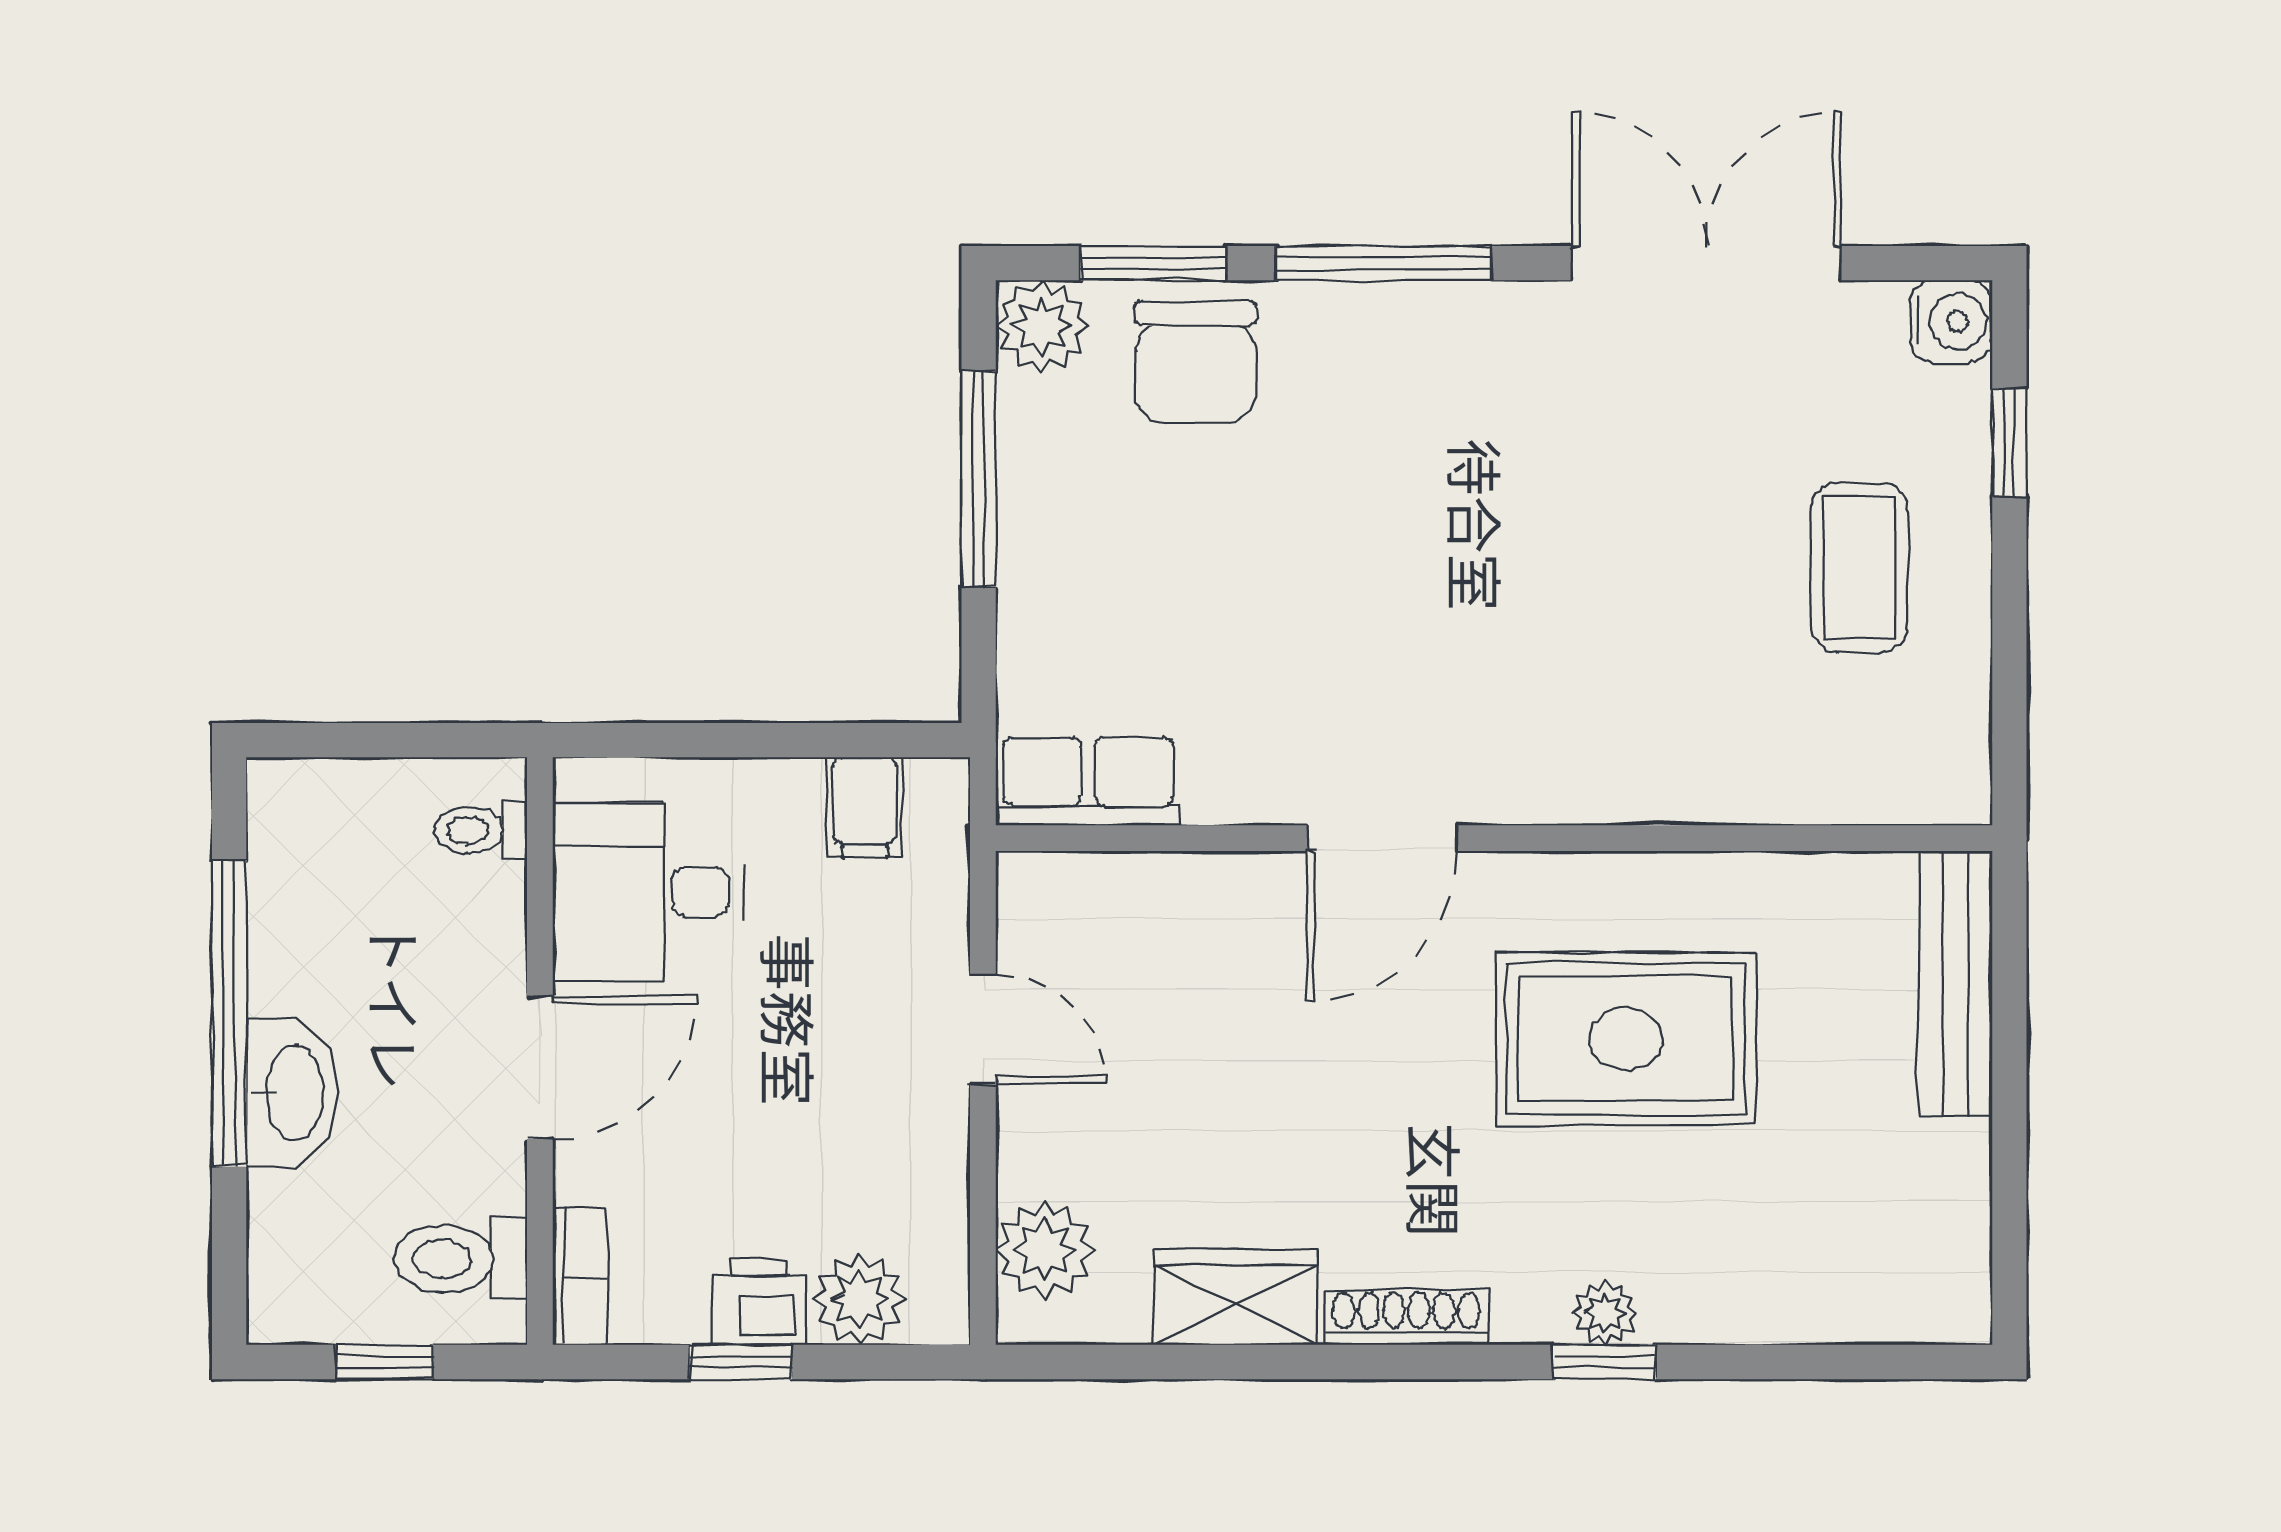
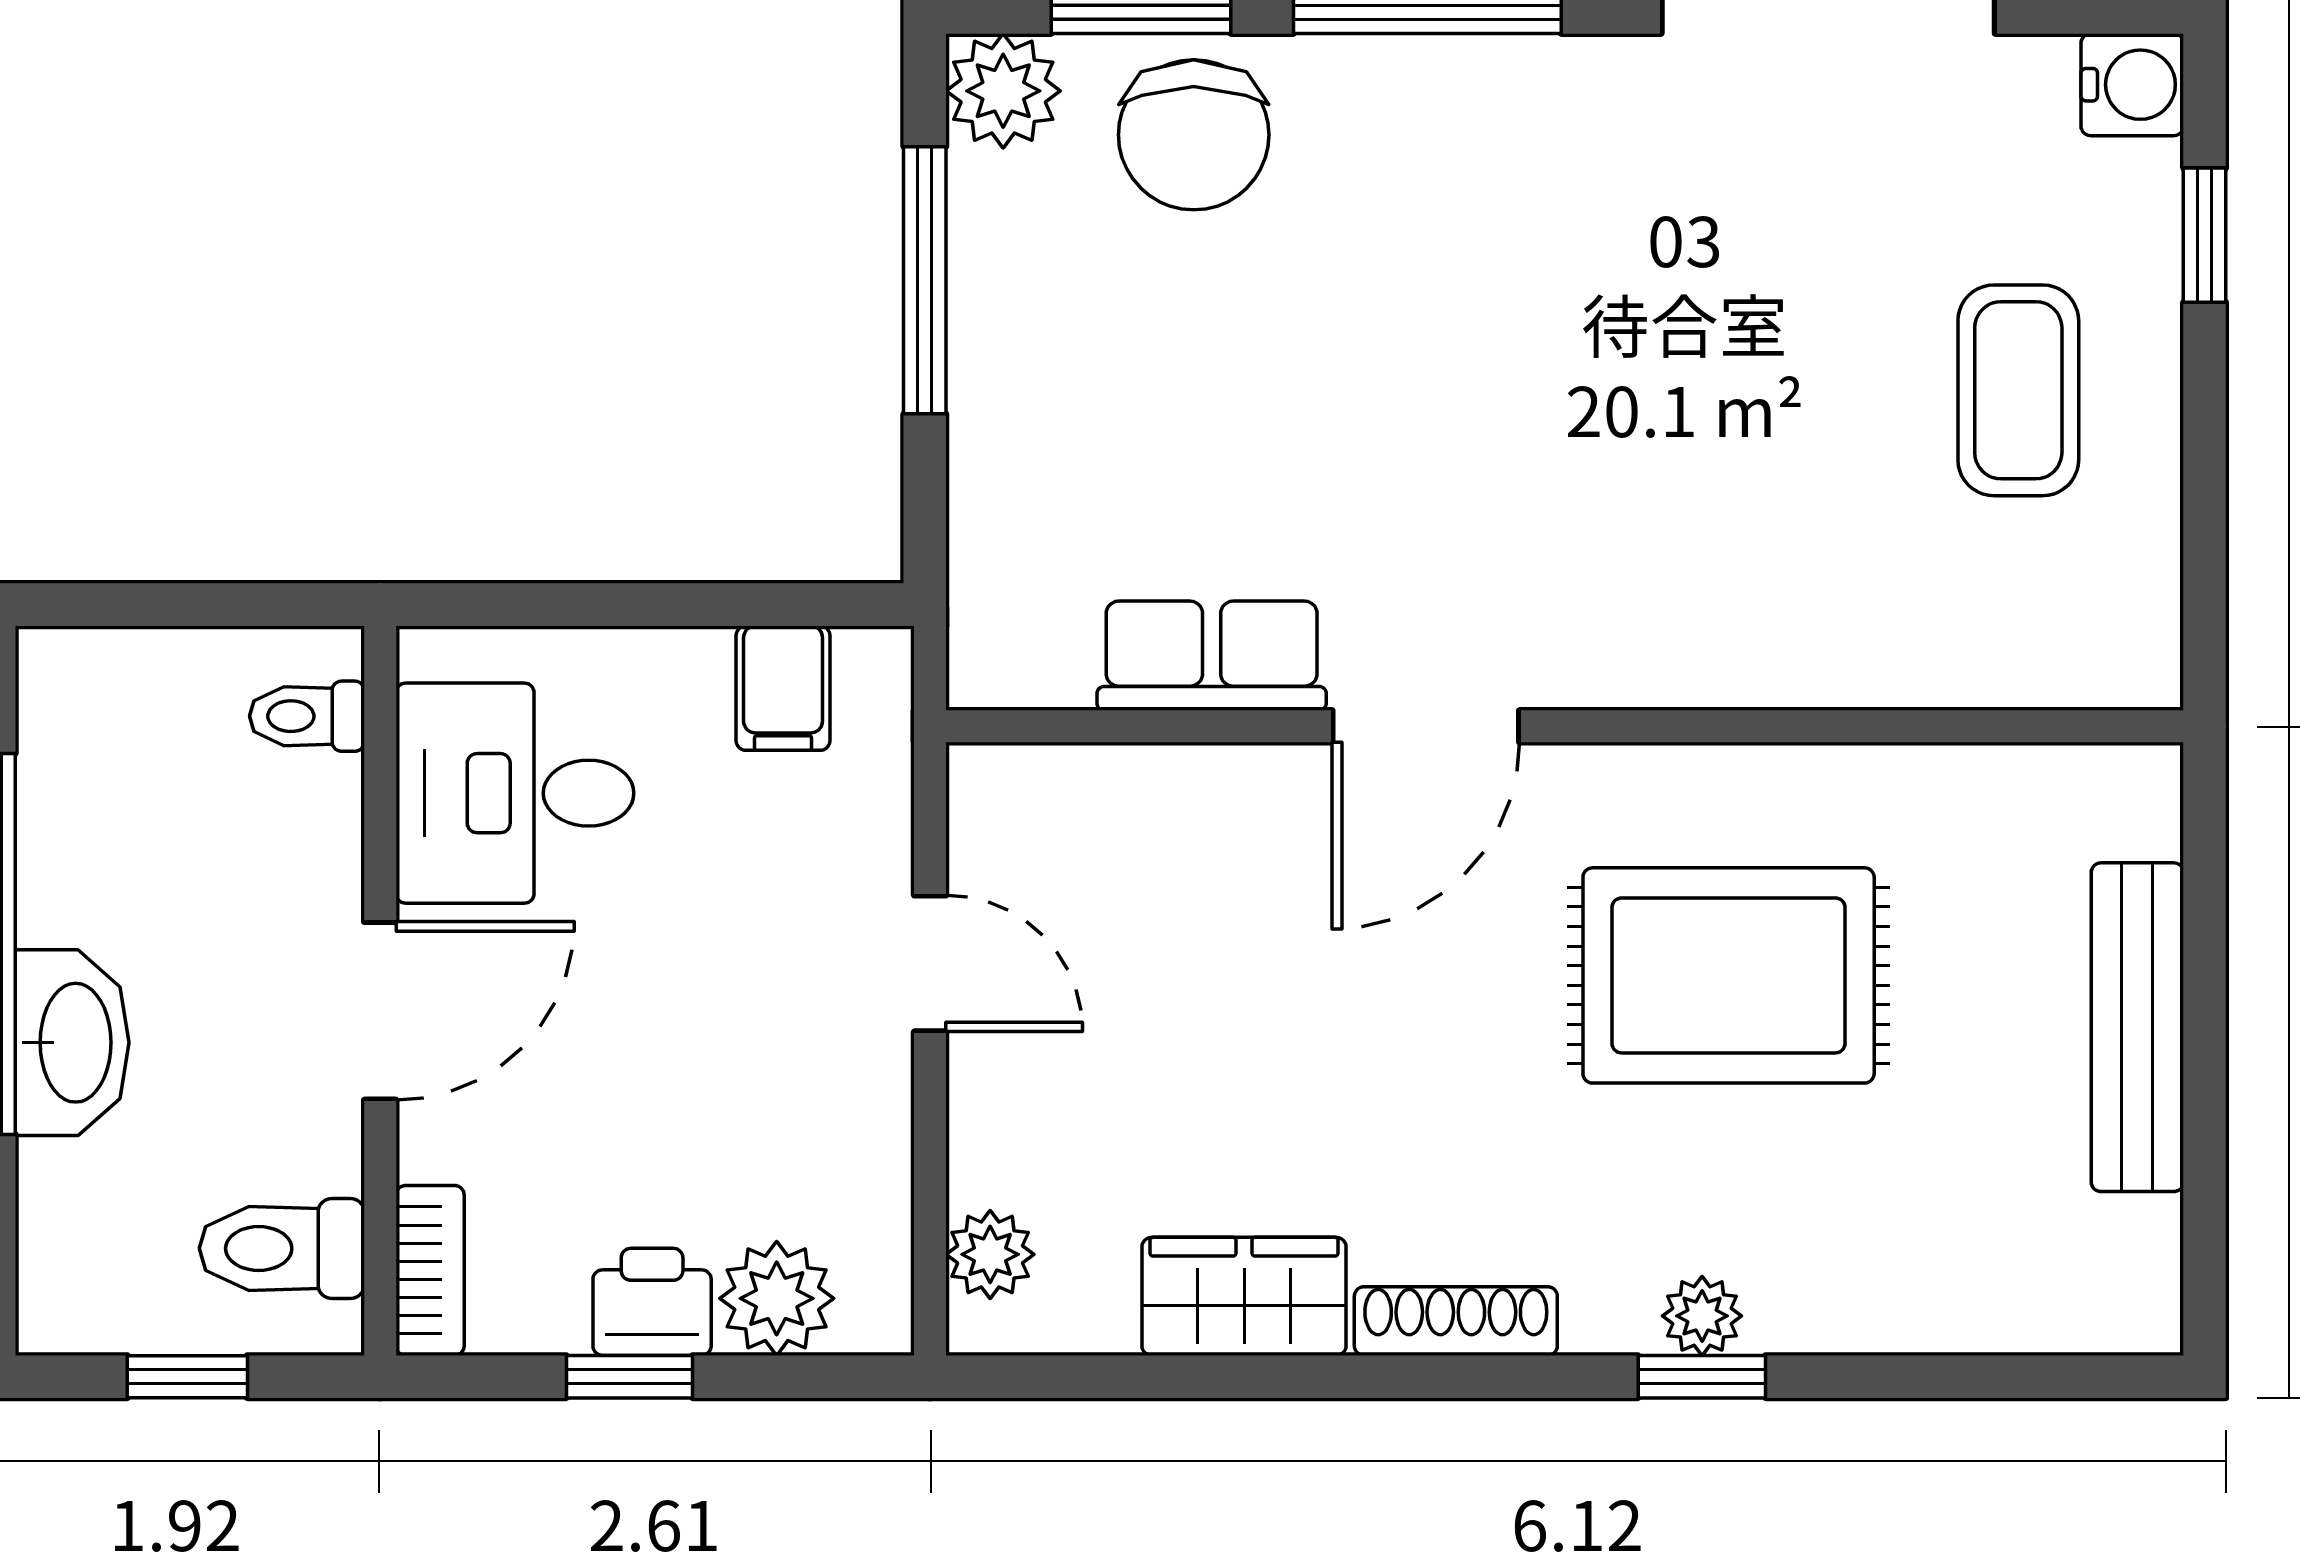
row of seats: (1088, 781) -> (1212, 656), moved
bench: (1955, 983) -> (2137, 1027), moved
plant: (1045, 1250) -> (990, 1254), width x0.73, depth x0.73

